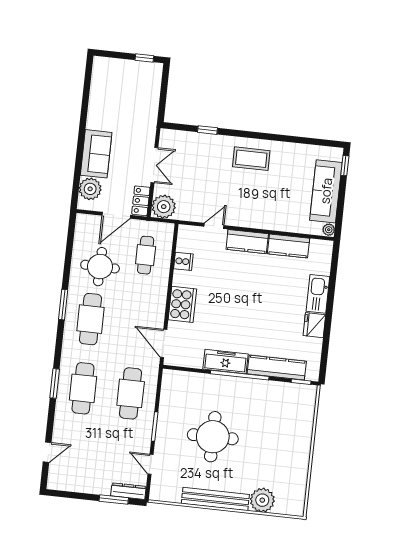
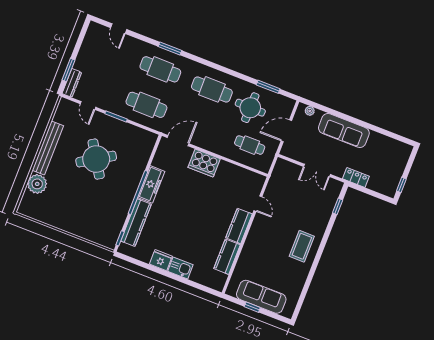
window: (207, 130) -> (338, 206), moved
sofa: (96, 154) -> (344, 130), width x1.36
window: (345, 166) -> (252, 307), moved
plant: (90, 189) -> (310, 111), width x0.53, depth x0.53
locker: (141, 201) -> (356, 177), moved
plant: (164, 207) -> (283, 169), removed
door: (116, 215) -> (286, 131), hinge flipped
plant: (329, 230) -> (231, 291), removed
cooker: (183, 261) -> (237, 173), removed
kitchen sink: (318, 294) -> (180, 268), width x0.73
window: (63, 305) -> (268, 87), moved
round table: (213, 437) -> (96, 159), turned -32
door: (151, 464) -> (88, 105), swing flipped

